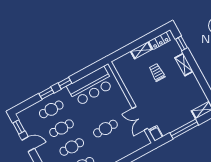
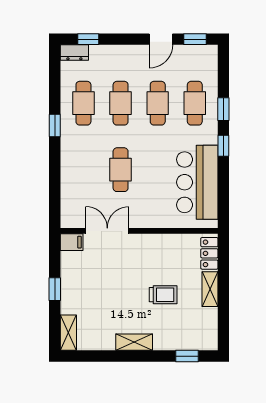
locker: (160, 41) -> (209, 253), moved
shelving: (184, 65) -> (134, 342), moved
window: (184, 129) -> (55, 289), width x0.46

